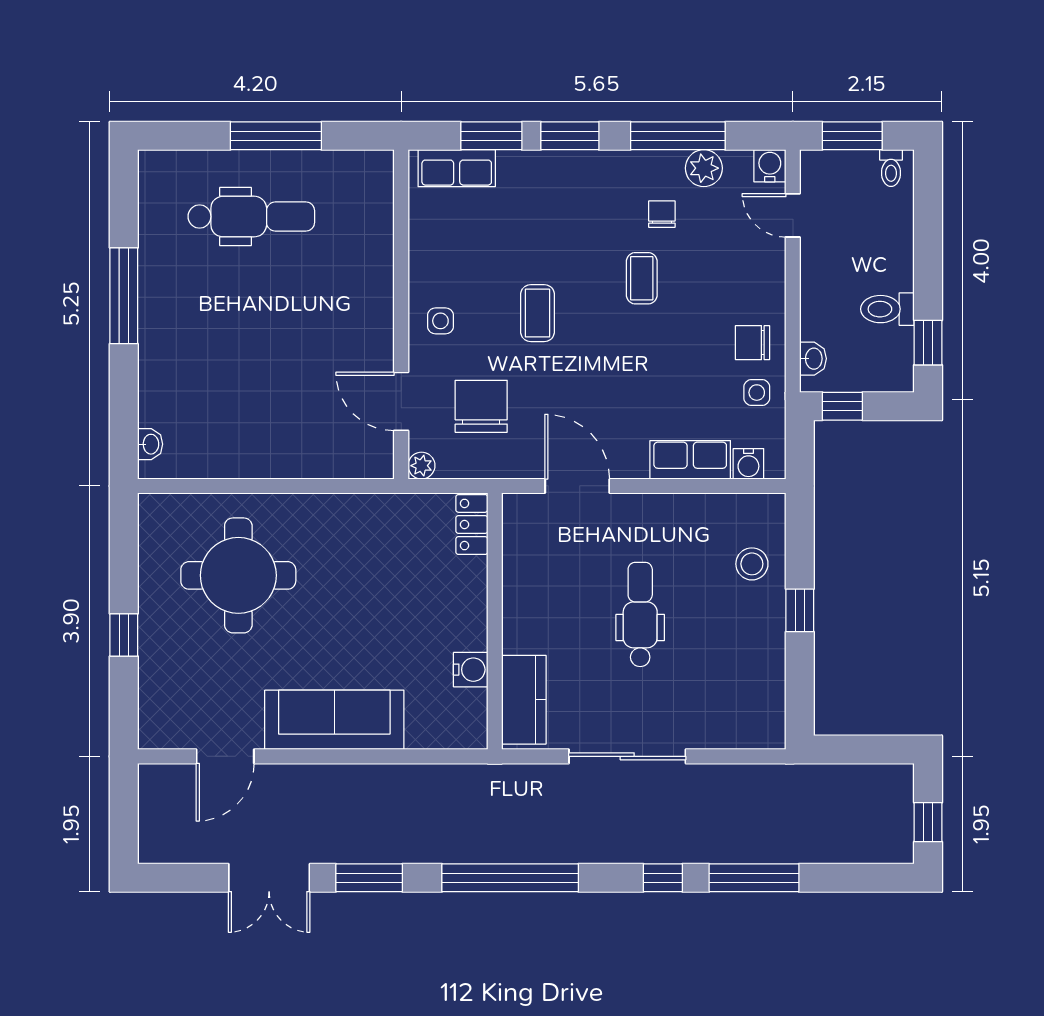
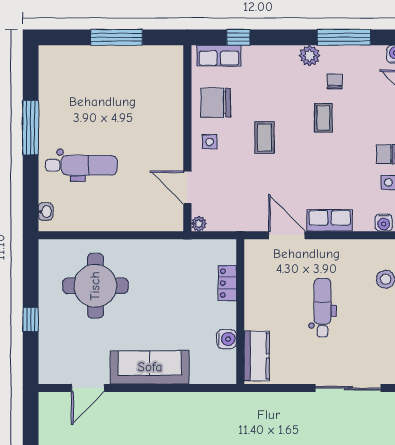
window: (491, 136) -> (238, 37), width x0.67
window: (570, 136) -> (283, 37), removed
plant: (704, 168) -> (310, 56), moved
dental chair: (251, 217) -> (81, 165), moved
chair: (481, 406) -> (216, 103), moved, turned -90
row of seats: (690, 460) -> (330, 220), moved
locker: (472, 524) -> (227, 283), moved
sliding door: (627, 756) -> (348, 388), moved

